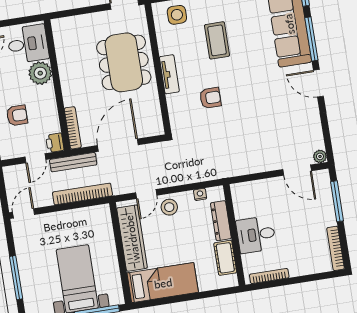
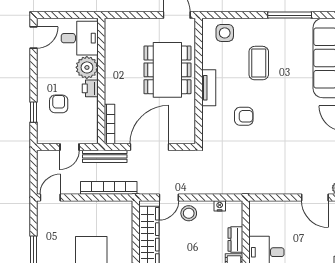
armchair: (17, 115) -> (59, 104), turned -90
printer: (55, 143) -> (90, 88), moved
dresser: (221, 221) -> (235, 239), width x0.70

